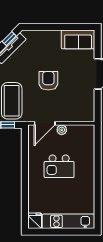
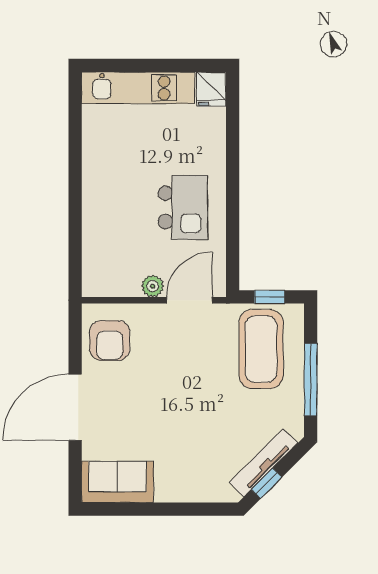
armchair: (48, 81) -> (110, 340), moved
kitchen island: (59, 166) -> (183, 207), moved, turned 90

